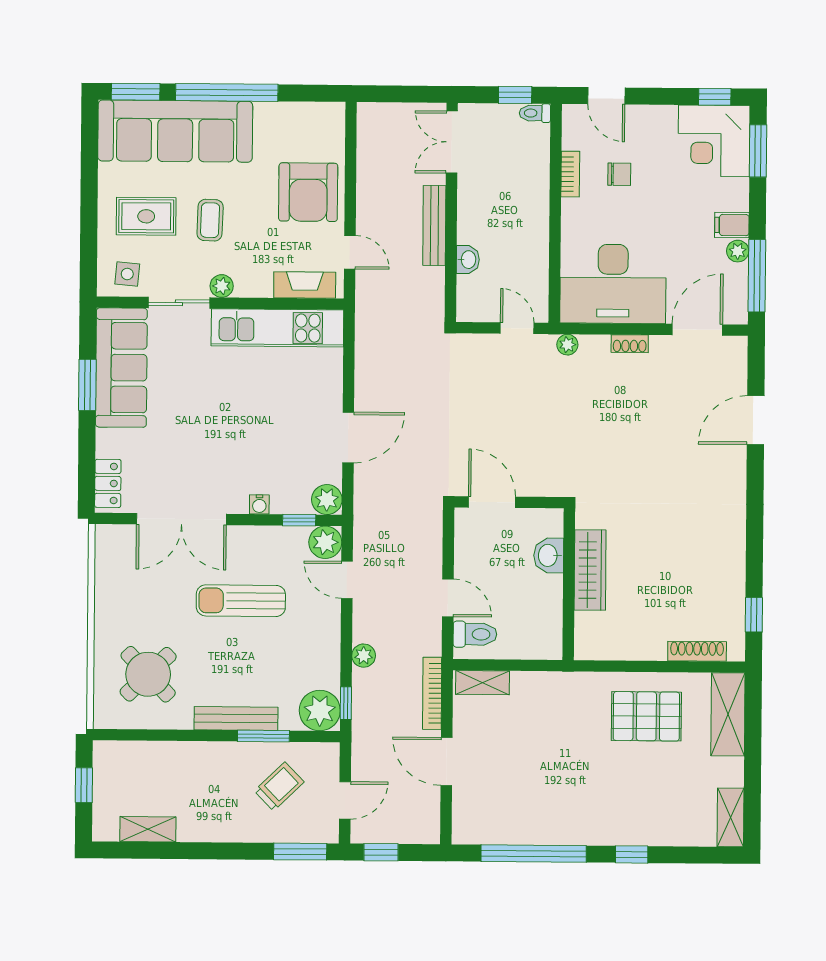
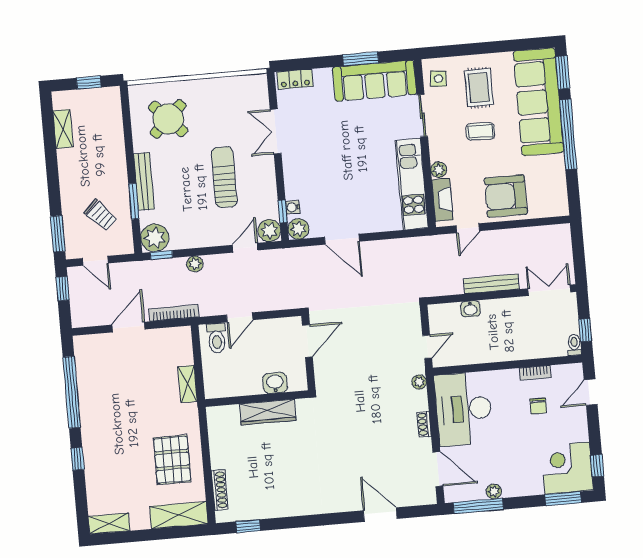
filing cabinet: (732, 225) -> (511, 486), removed
plant: (222, 286) -> (439, 170), moved
water cooler: (259, 504) -> (293, 207), moved
double door: (181, 519) -> (276, 131), width x0.73
shelving: (482, 683) -> (188, 384), moved

